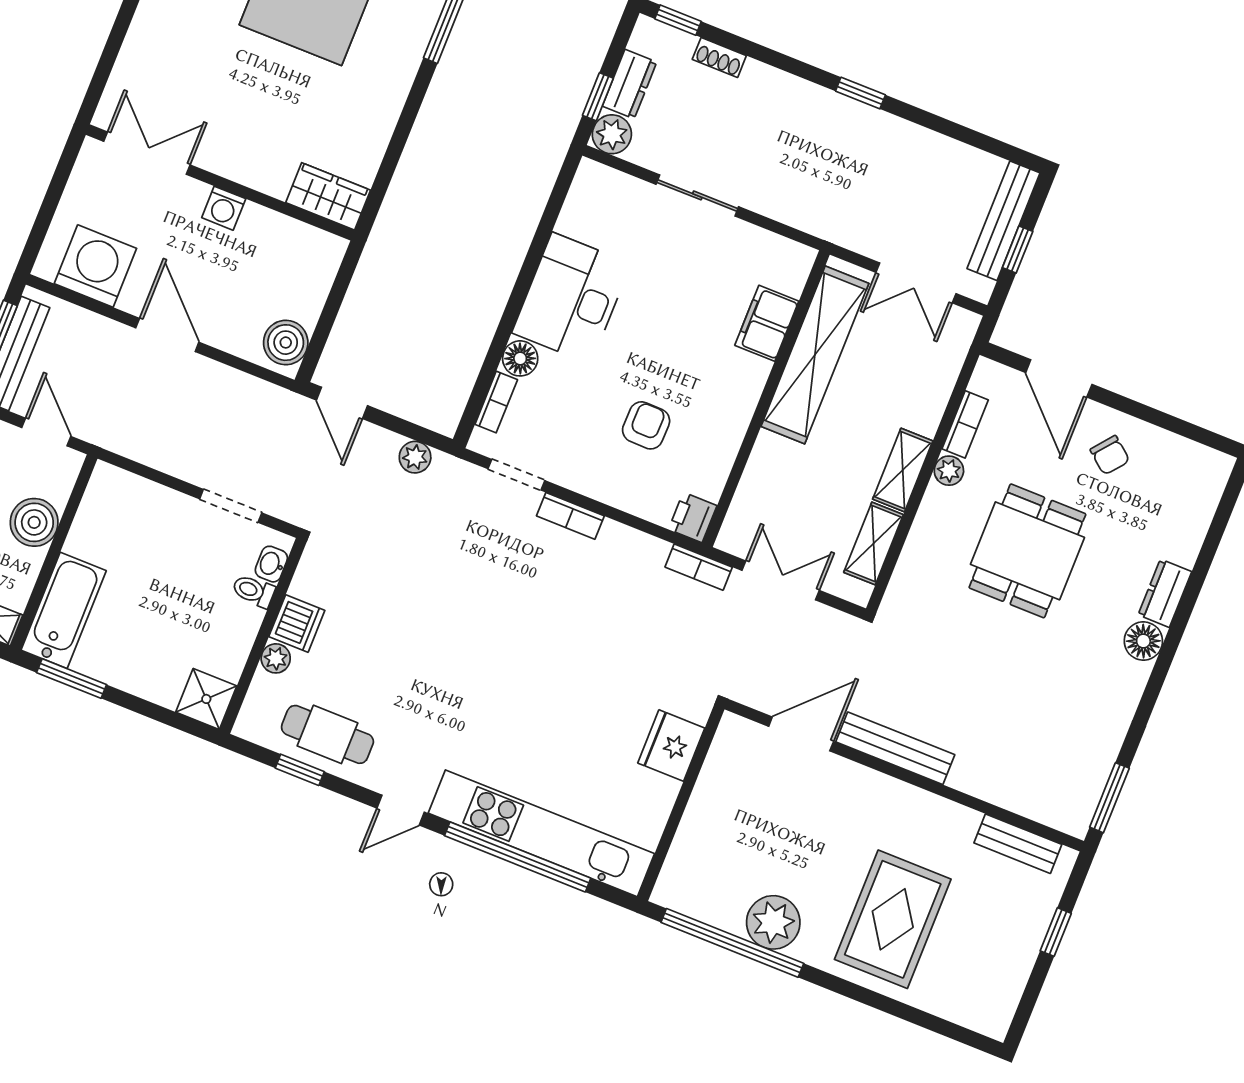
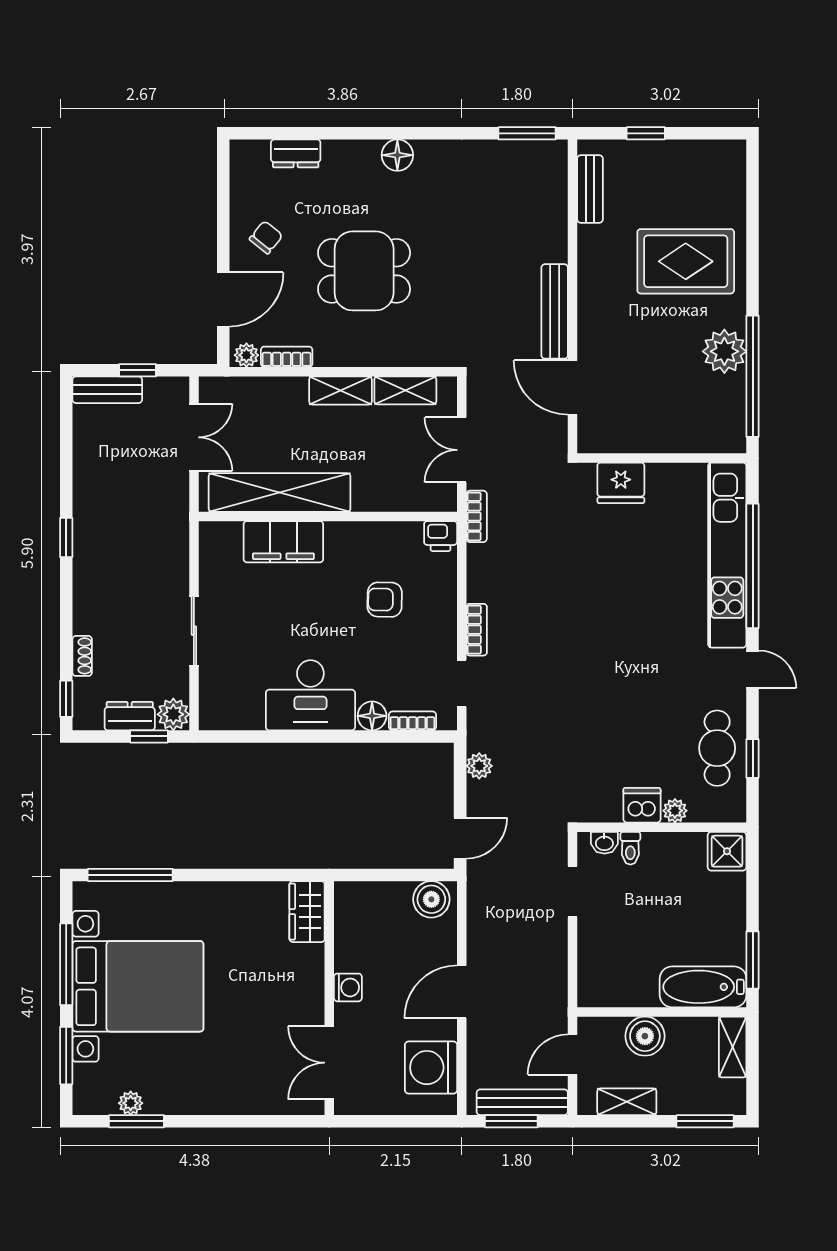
bench: (1004, 221) -> (107, 390), width x0.73
filing cabinet: (767, 323) -> (283, 542), width x1.50, depth x1.17
plant: (949, 471) -> (246, 355), moved
dresser: (1165, 593) -> (296, 153), moved

